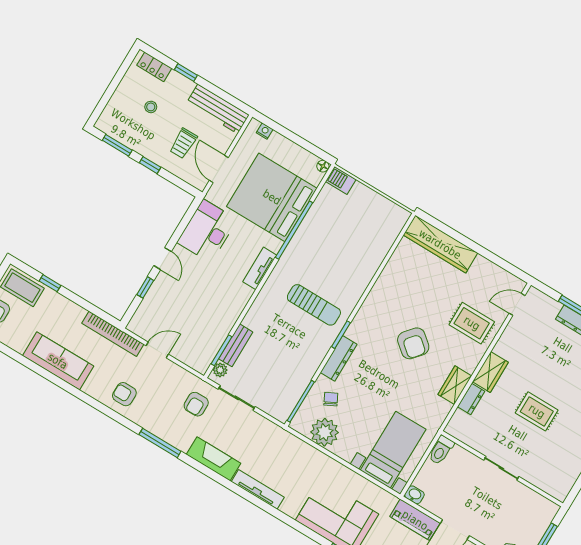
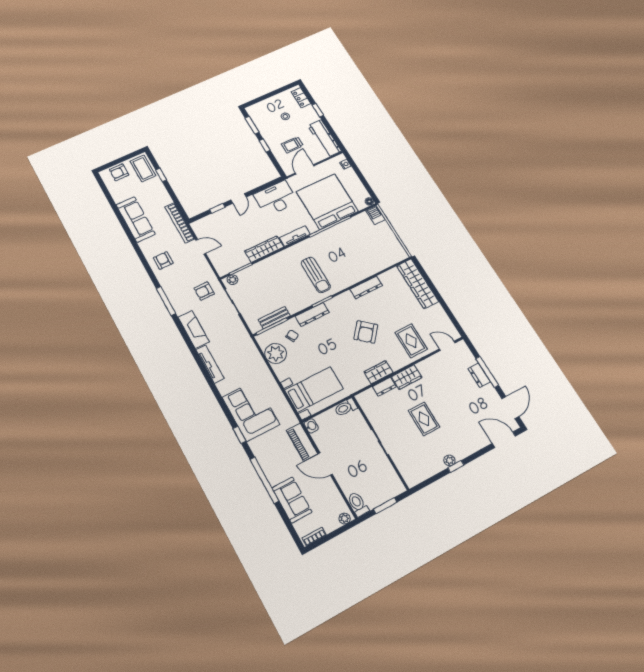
dresser: (382, 286) -> (366, 287), added
wardrobe: (234, 308) -> (264, 249), added
bench: (236, 345) -> (274, 318), moved

